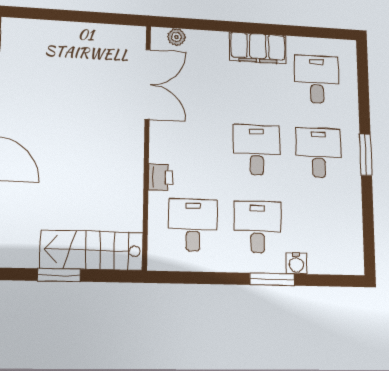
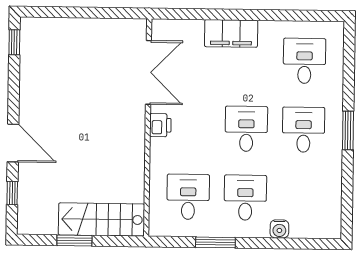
plant: (176, 37) -> (174, 27), removed
filing cabinet: (258, 48) -> (231, 33), moved
printer: (161, 177) -> (160, 125), moved
window: (272, 279) -> (215, 242), moved

